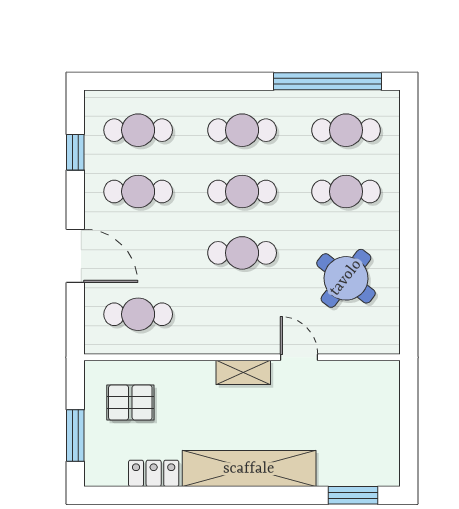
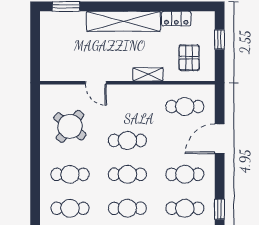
window: (75, 152) -> (220, 209), moved
door: (75, 256) -> (220, 139), hinge flipped
shelving: (243, 372) -> (148, 74), moved
pallet: (130, 403) -> (189, 58), turned 90
window: (75, 436) -> (220, 39), width x0.67

